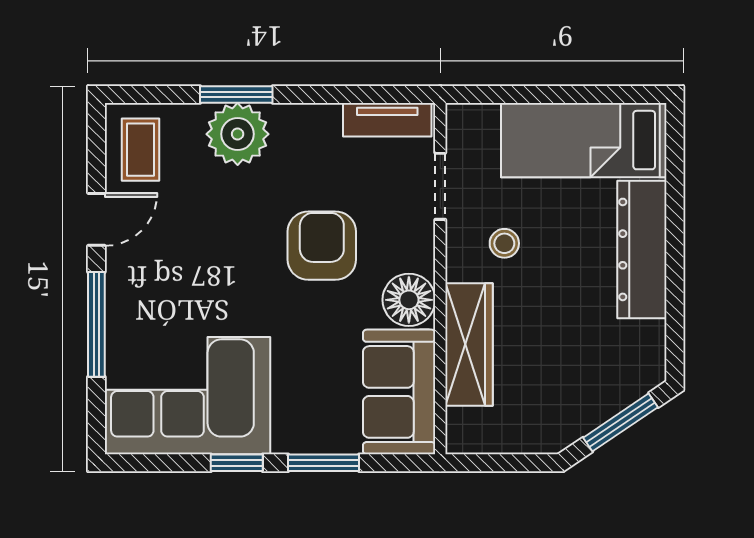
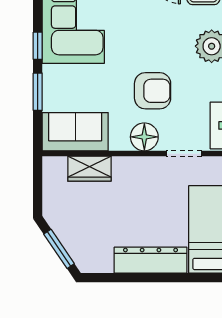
stool: (504, 243) -> (154, 187), removed
floor lamp: (409, 300) -> (144, 137), moved
wardrobe: (469, 344) -> (89, 169), width x0.67

